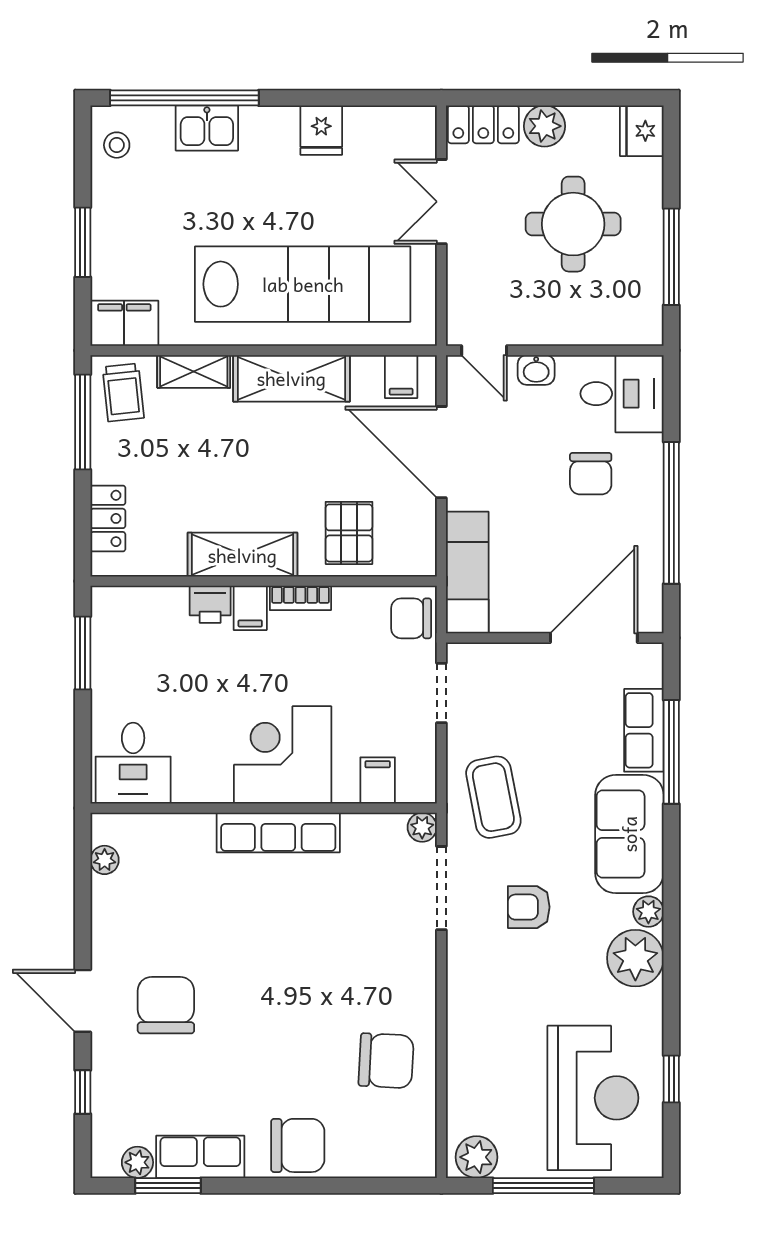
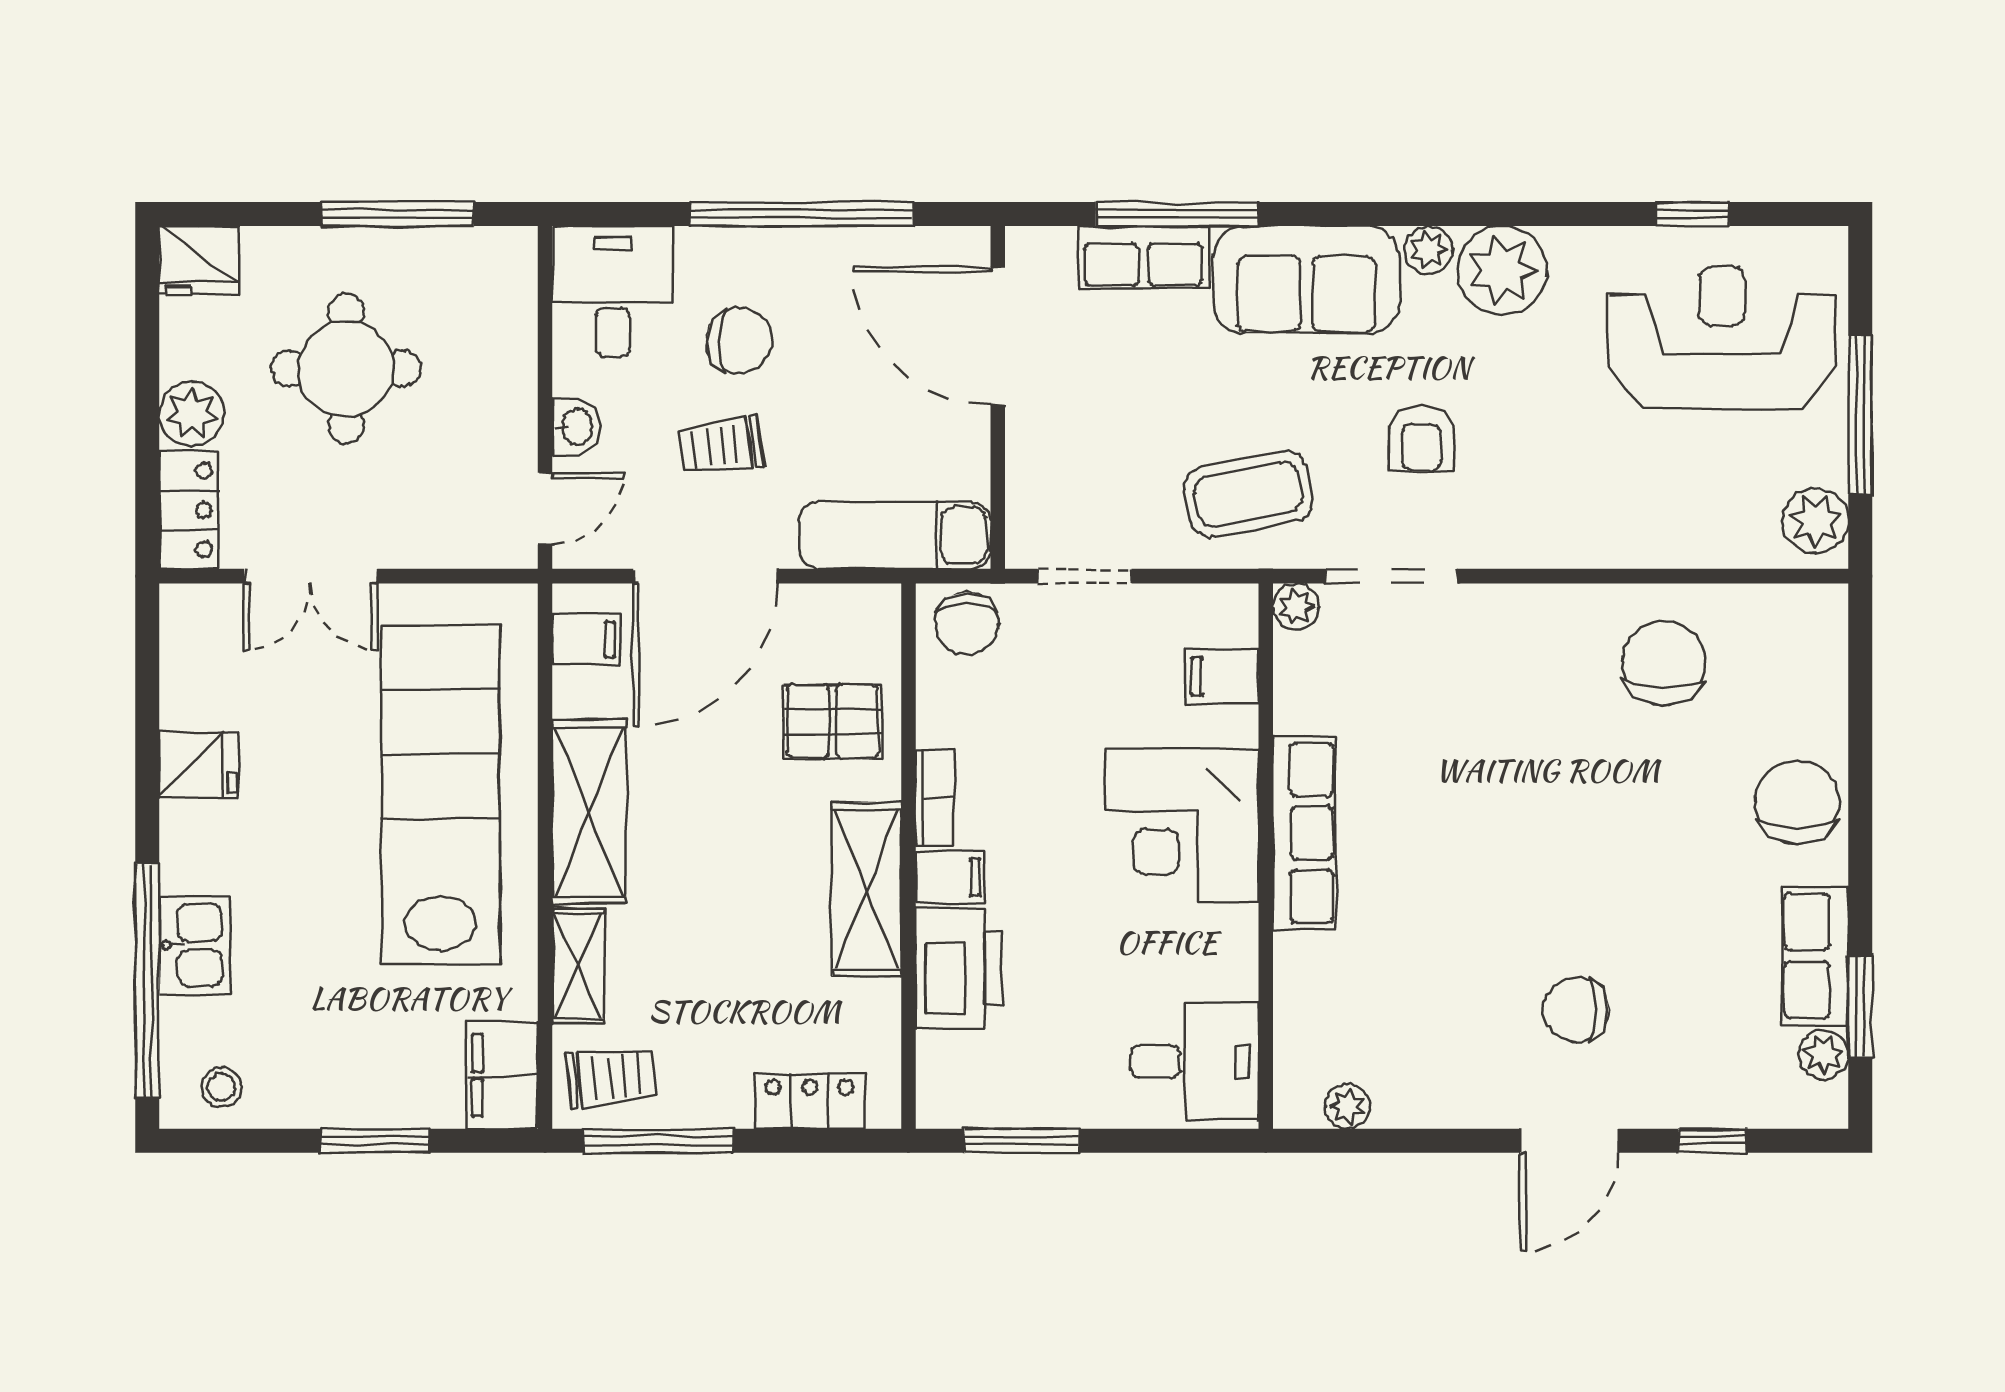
trolley: (524, 462) -> (721, 446), added
printer: (210, 604) -> (959, 968), width x1.87, depth x1.48
chair: (166, 1005) -> (1576, 1010), width x0.73, depth x0.73

